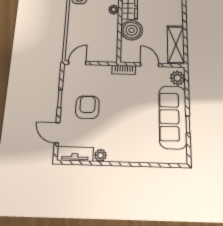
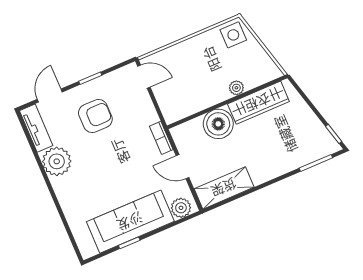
door: (150, 65) -> (182, 167), swing flipped
plant: (100, 155) -> (57, 161), width x1.88, depth x1.88

